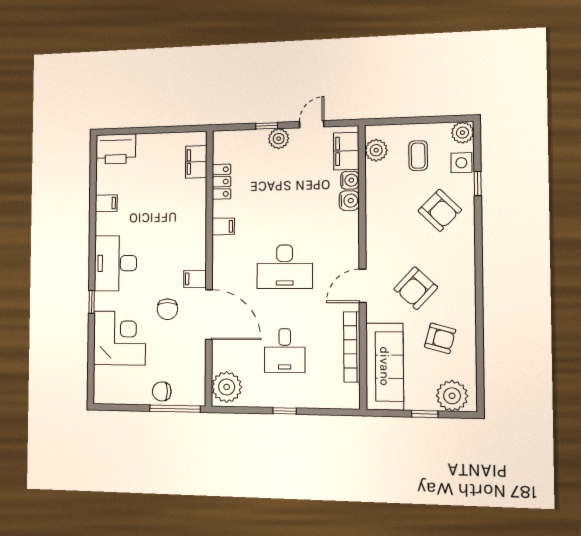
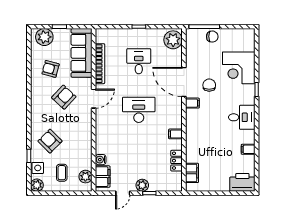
water cooler: (349, 201) -> (101, 148), removed
desk: (116, 263) -> (242, 117), width x0.73

